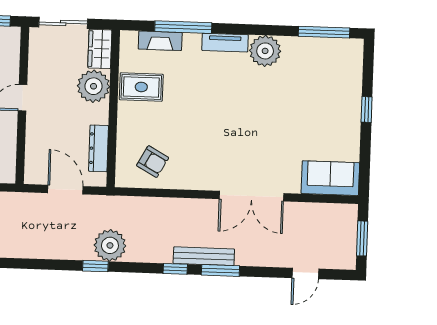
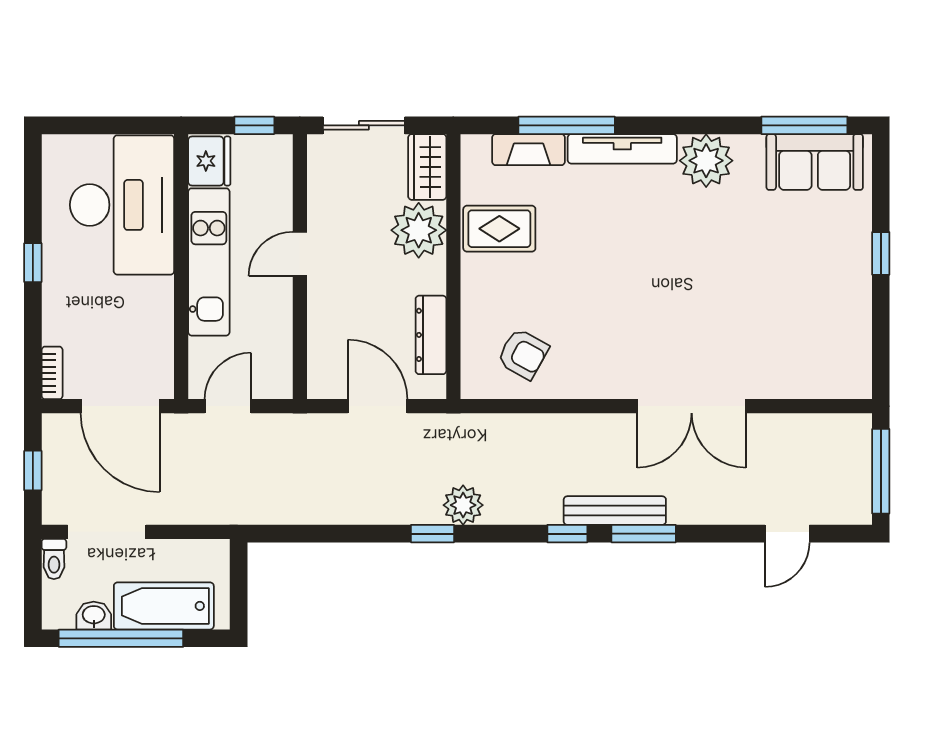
tv unit: (225, 43) -> (622, 149), width x1.41
sofa: (330, 178) -> (815, 162), moved, turned 180
window: (362, 238) -> (881, 471), width x1.44
plant: (110, 245) -> (463, 505), width x0.73, depth x0.73

